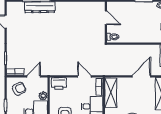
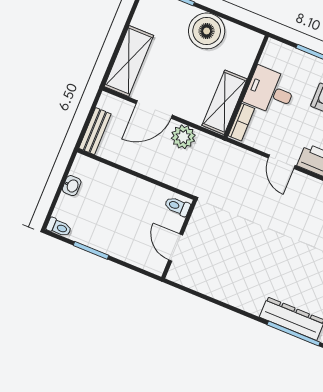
plant: (123, 69) -> (183, 137), added
door: (84, 76) -> (282, 162), moved

